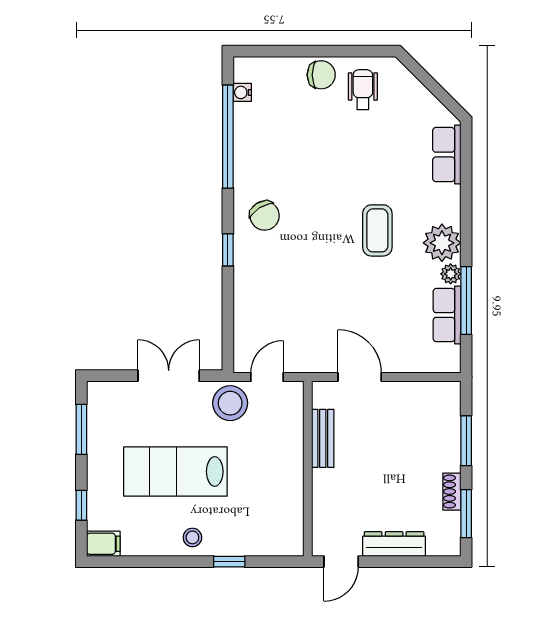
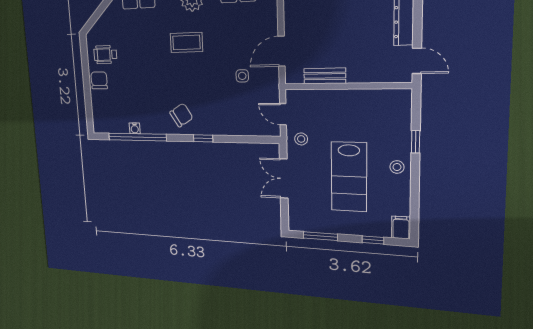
water cooler: (242, 92) -> (135, 128), moved
side table: (325, 317) -> (242, 76), added
stool: (230, 403) -> (301, 139), width x0.53, depth x0.53

